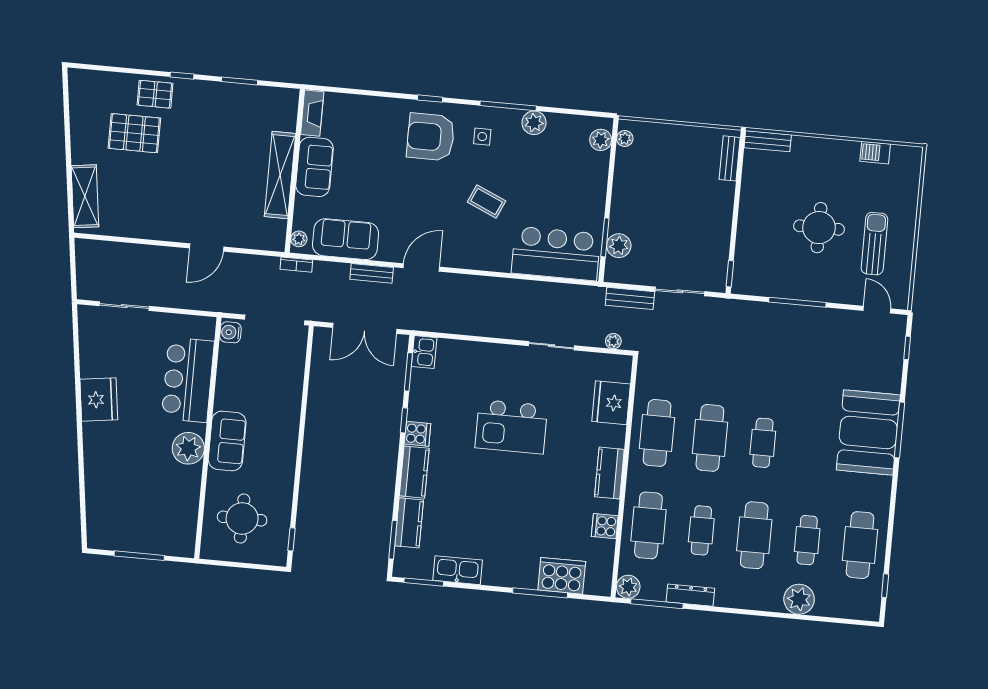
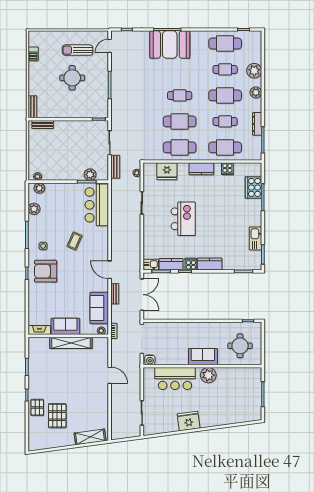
plant: (534, 123) -> (34, 209), moved
armchair: (431, 137) -> (46, 271), turned 90
kitchen counter: (409, 523) -> (171, 264), moved
plant: (628, 587) -> (256, 92), moved

